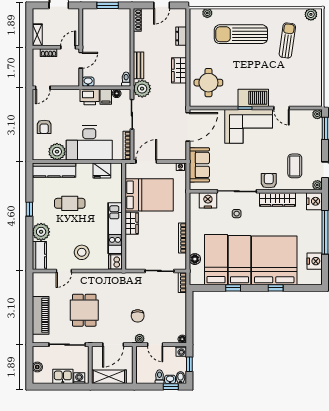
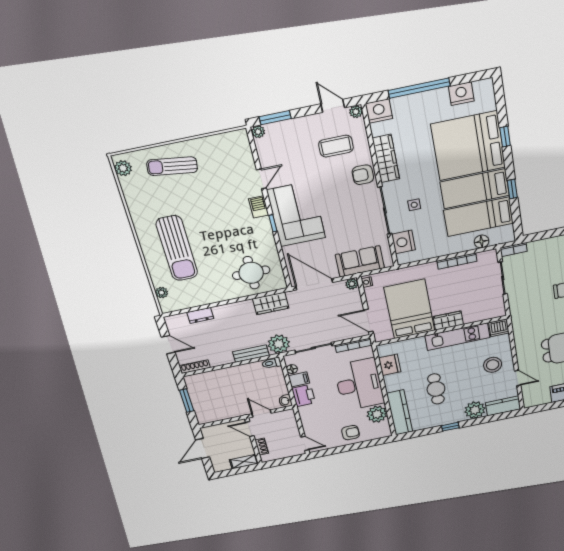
sun lounger: (287, 40) -> (172, 166), moved
wardrobe: (179, 70) -> (271, 303), moved
barbecue: (253, 98) -> (259, 207), width x0.53, depth x0.65
plant: (181, 155) -> (352, 284), added

